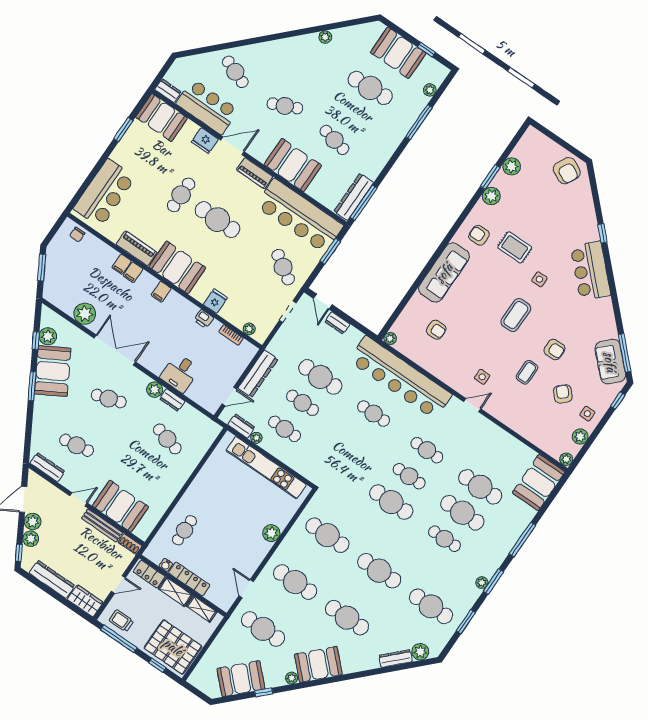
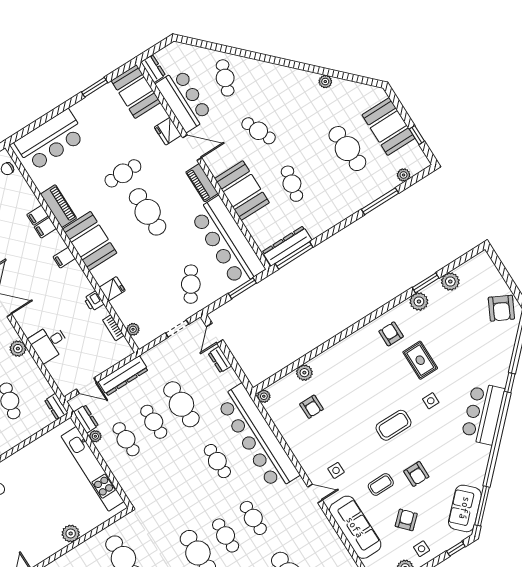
sofa: (444, 273) -> (355, 527), moved, turned -90
plant: (417, 302) -> (304, 373), added
dresser: (172, 400) -> (56, 407), moved

